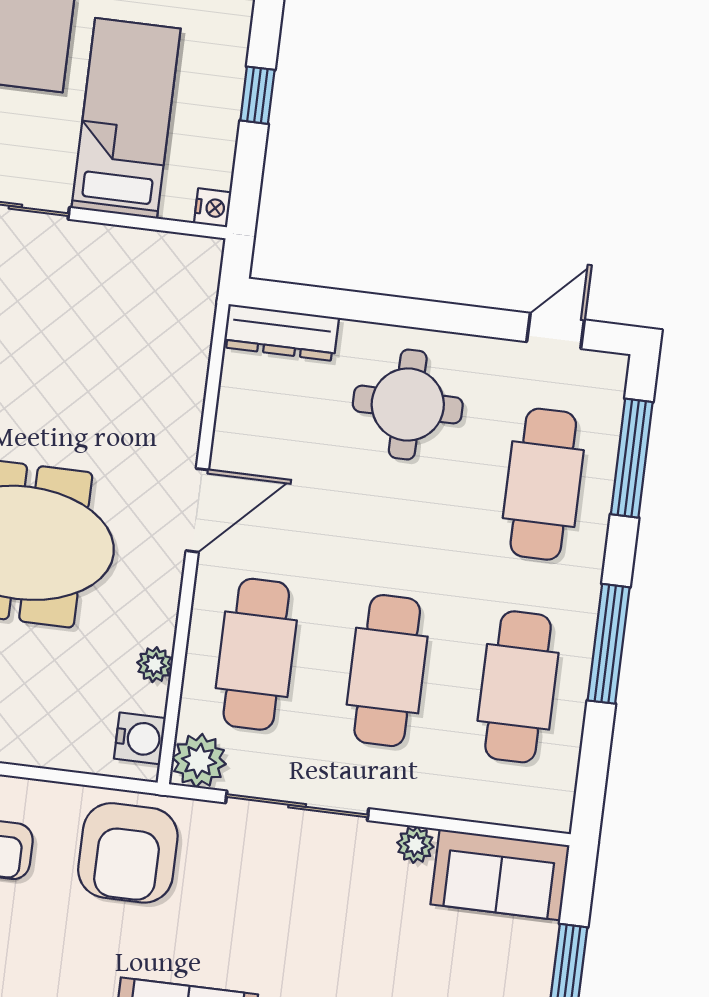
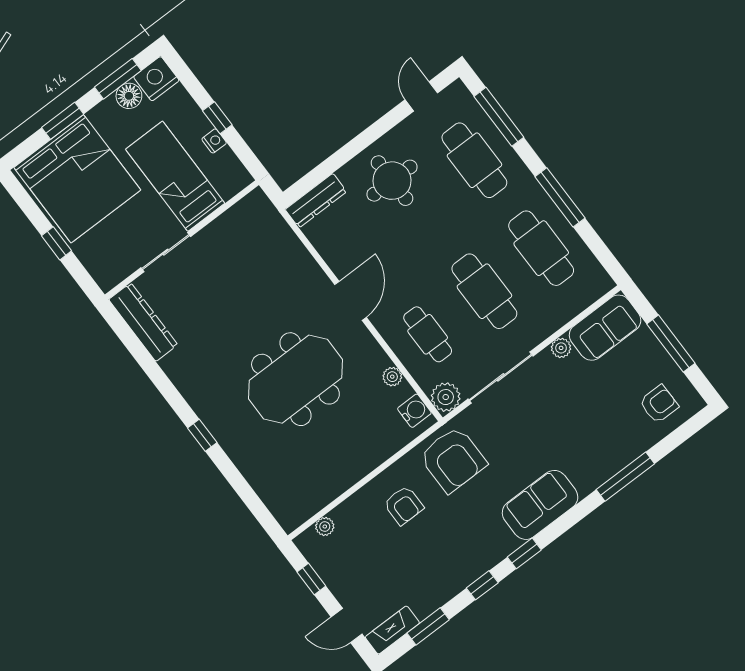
nightstand: (213, 208) -> (214, 141), moved
cafe table: (256, 654) -> (428, 334), width x0.73, depth x0.74

